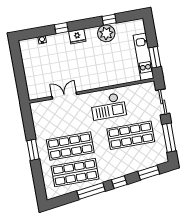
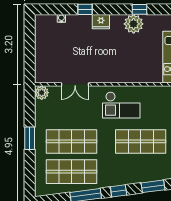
double door: (64, 96) -> (75, 84), swing flipped
plant: (36, 108) -> (42, 93), added

